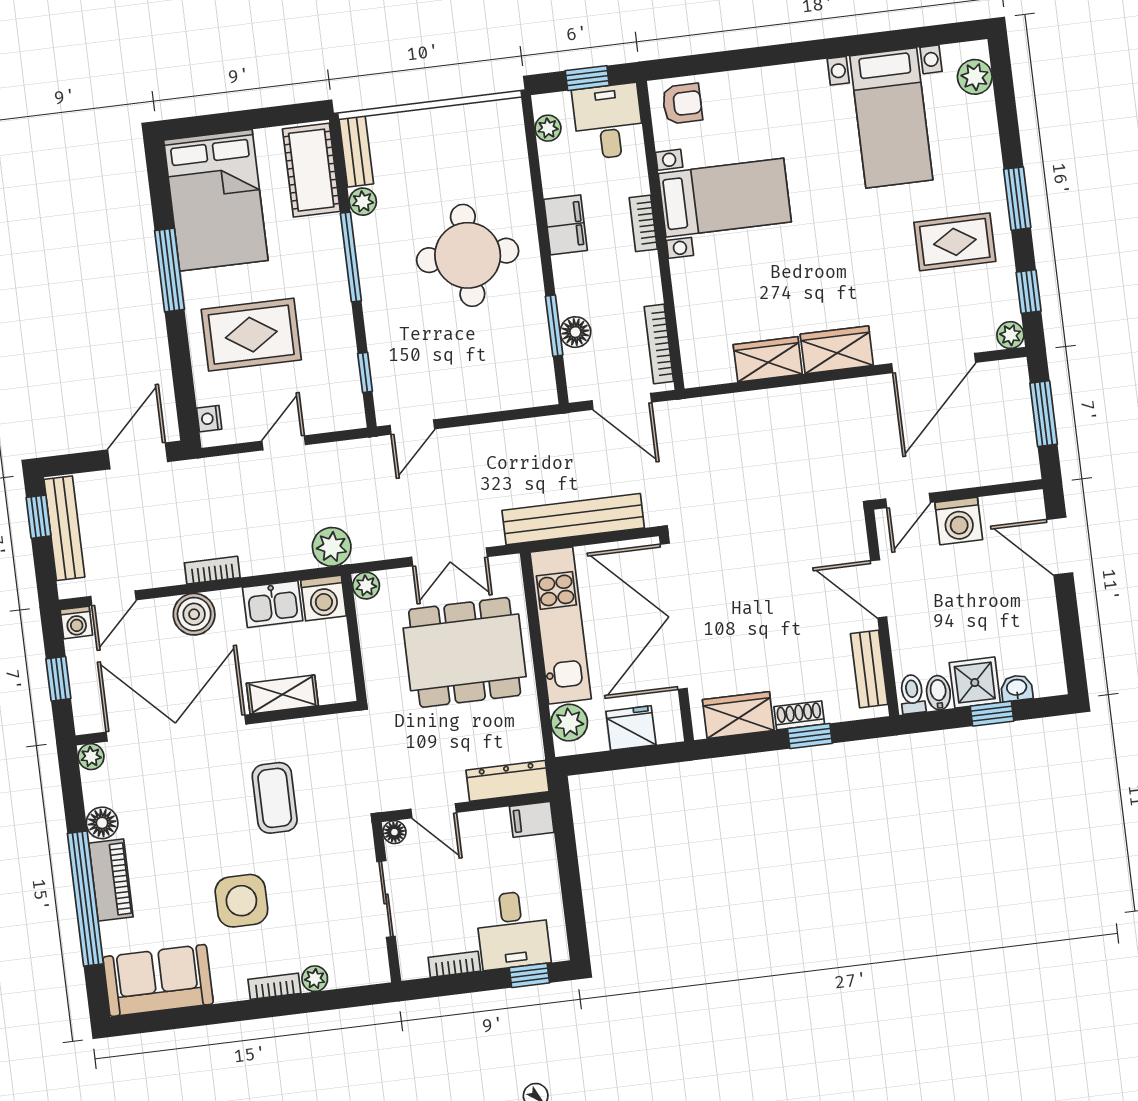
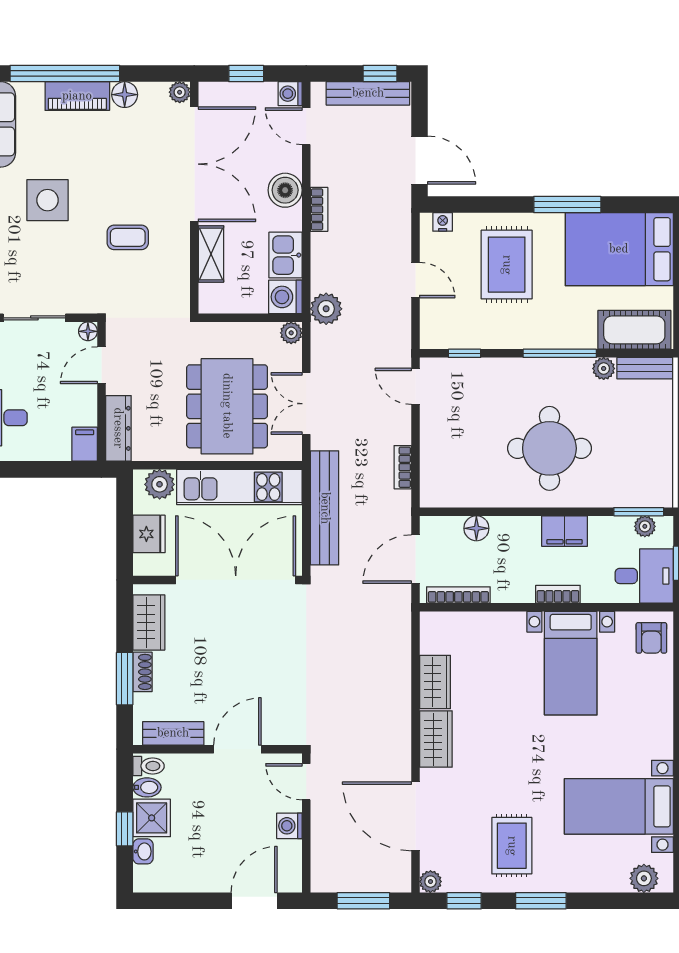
window: (554, 326) -> (639, 512), moved
bookcase: (512, 430) -> (403, 467), added
washing machine: (959, 521) -> (289, 826), width x0.73, depth x0.73
window: (810, 736) -> (125, 679), width x1.50
coffee table: (275, 798) -> (128, 237), width x0.73, depth x0.77

